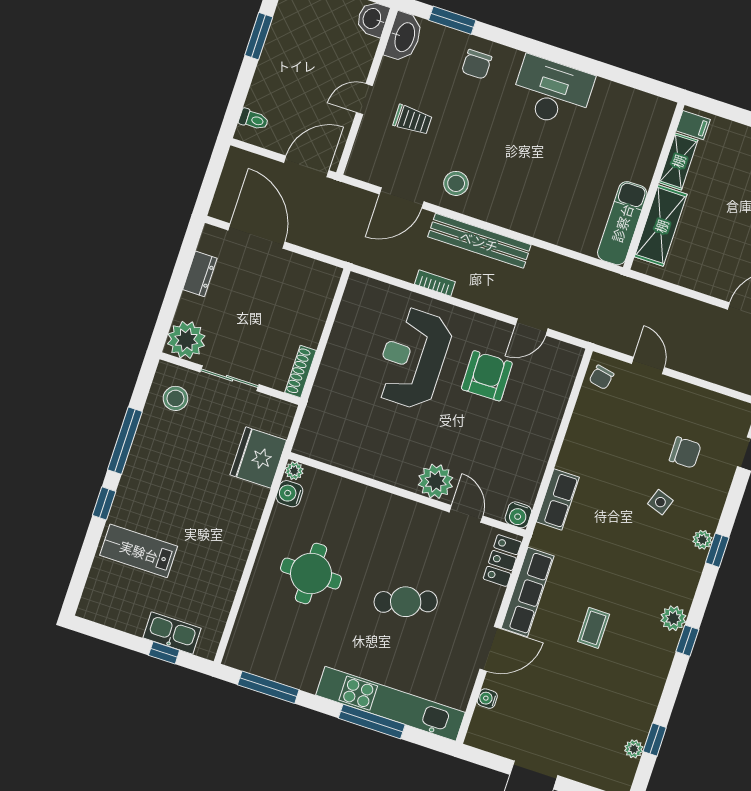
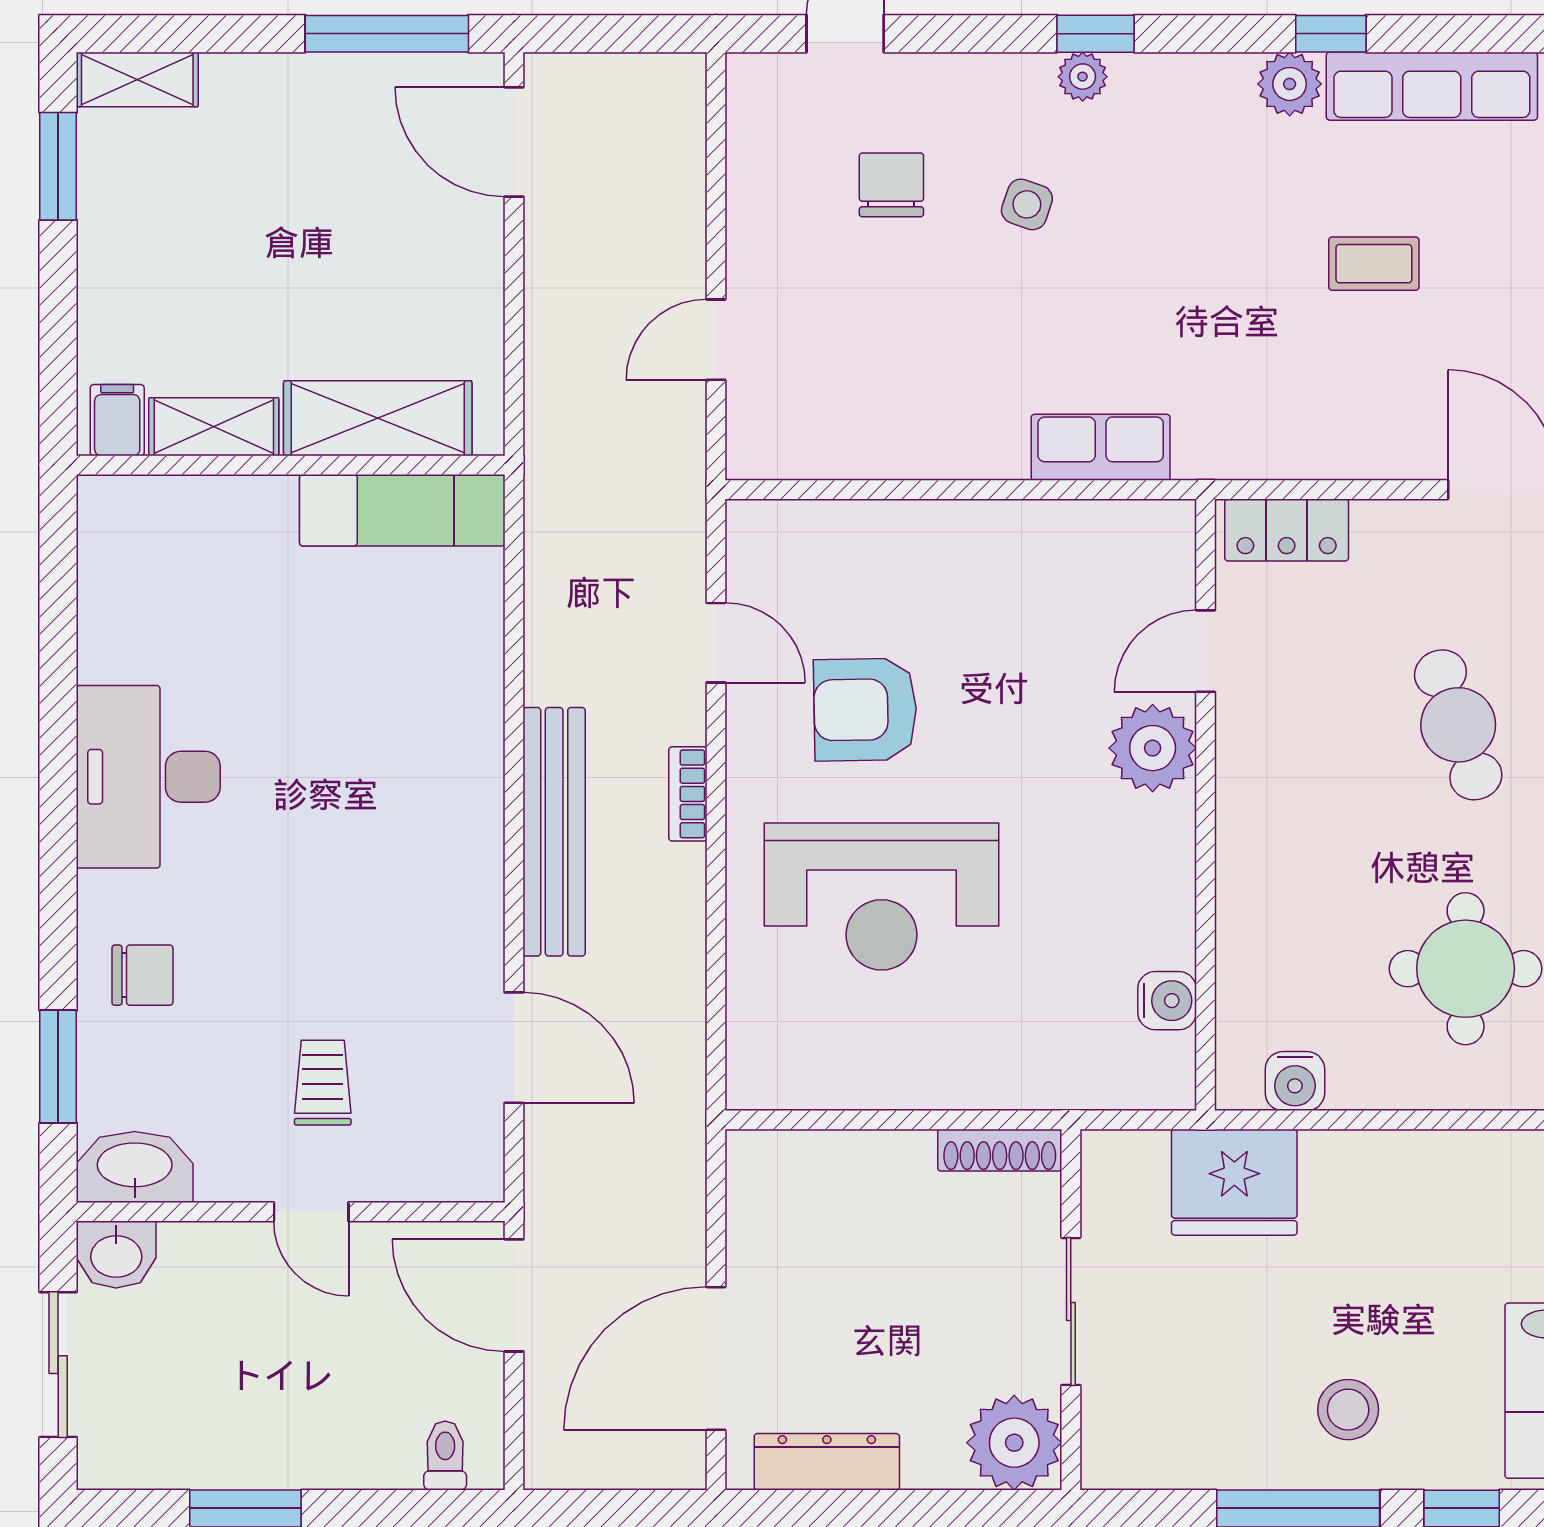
stool: (456, 183) -> (438, 931), removed
dresser: (200, 274) -> (827, 1462), width x1.44
bookcase: (435, 283) -> (688, 794), moved
chair: (601, 377) -> (780, 440), removed
stool: (175, 398) -> (1348, 1410), moved
plant: (294, 471) -> (1238, 1088), removed
water cooler: (518, 515) -> (1167, 1001), moved
row of seats: (528, 592) -> (1432, 86), moved, turned 180

